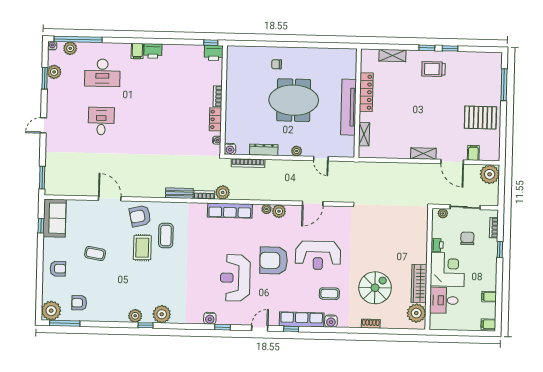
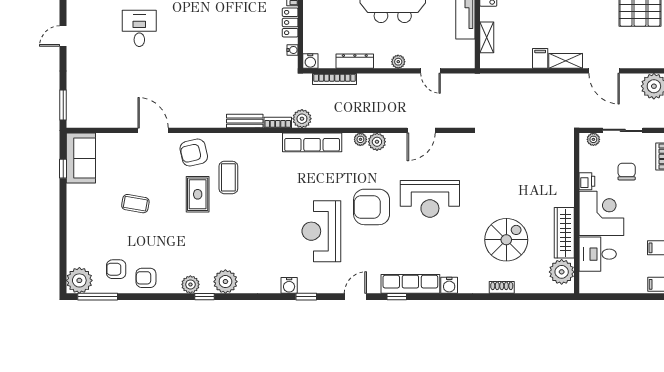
filing cabinet: (473, 153) -> (540, 58), moved
armchair: (58, 269) -> (146, 278), moved, turned 180
coffee table: (329, 294) -> (446, 249), removed

